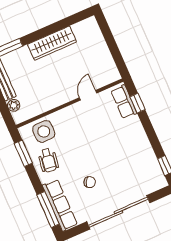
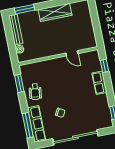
door: (88, 95) -> (72, 53), swing flipped
row of seats: (124, 102) -> (99, 83), moved
side table: (44, 131) -> (36, 71), removed

